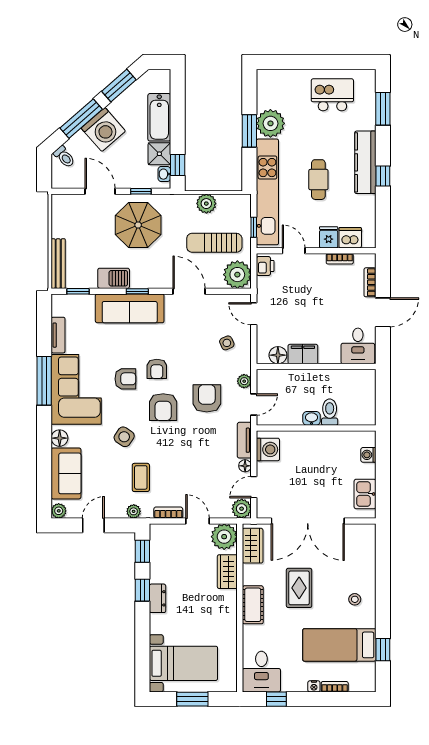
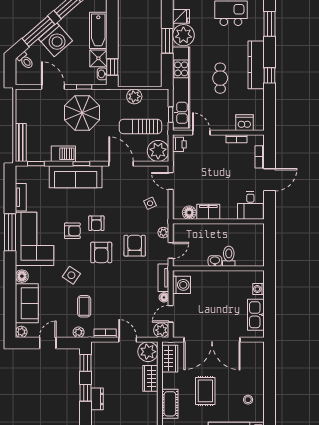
fridge: (329, 237) -> (181, 16), moved, turned 90
kitchen sink: (365, 494) -> (256, 315), width x1.38

